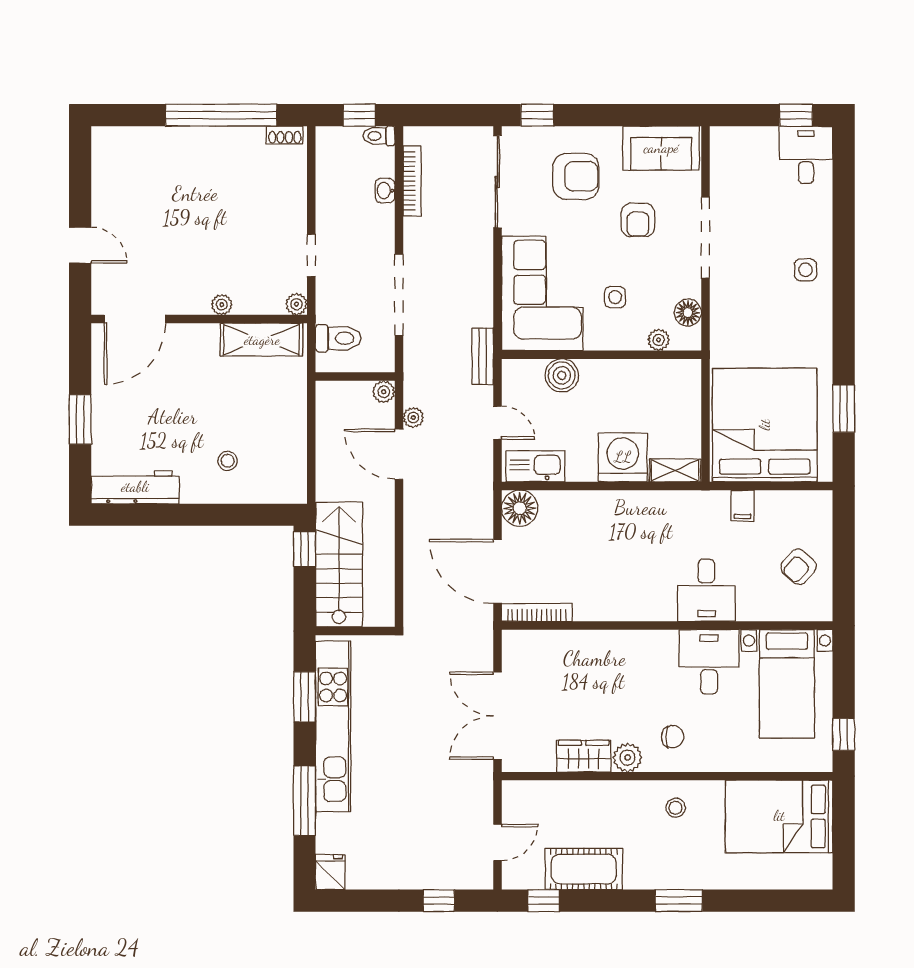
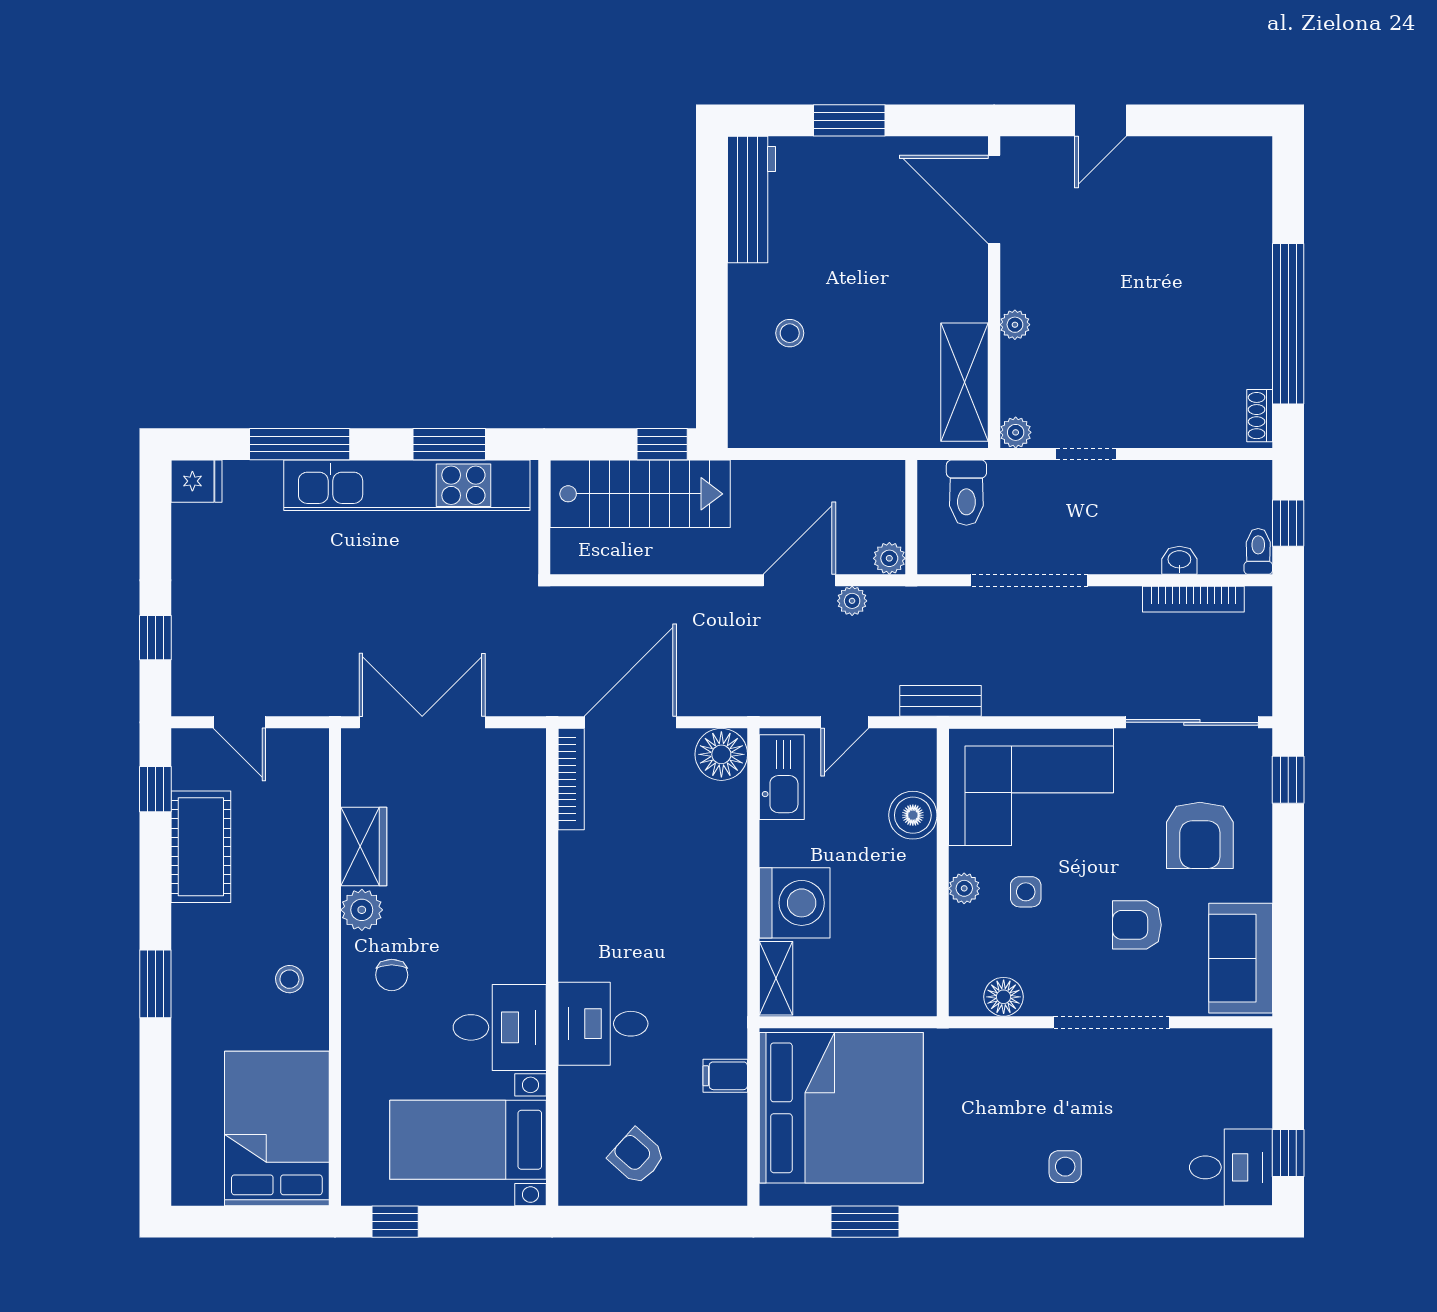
plant: (659, 340) -> (964, 888), moved

